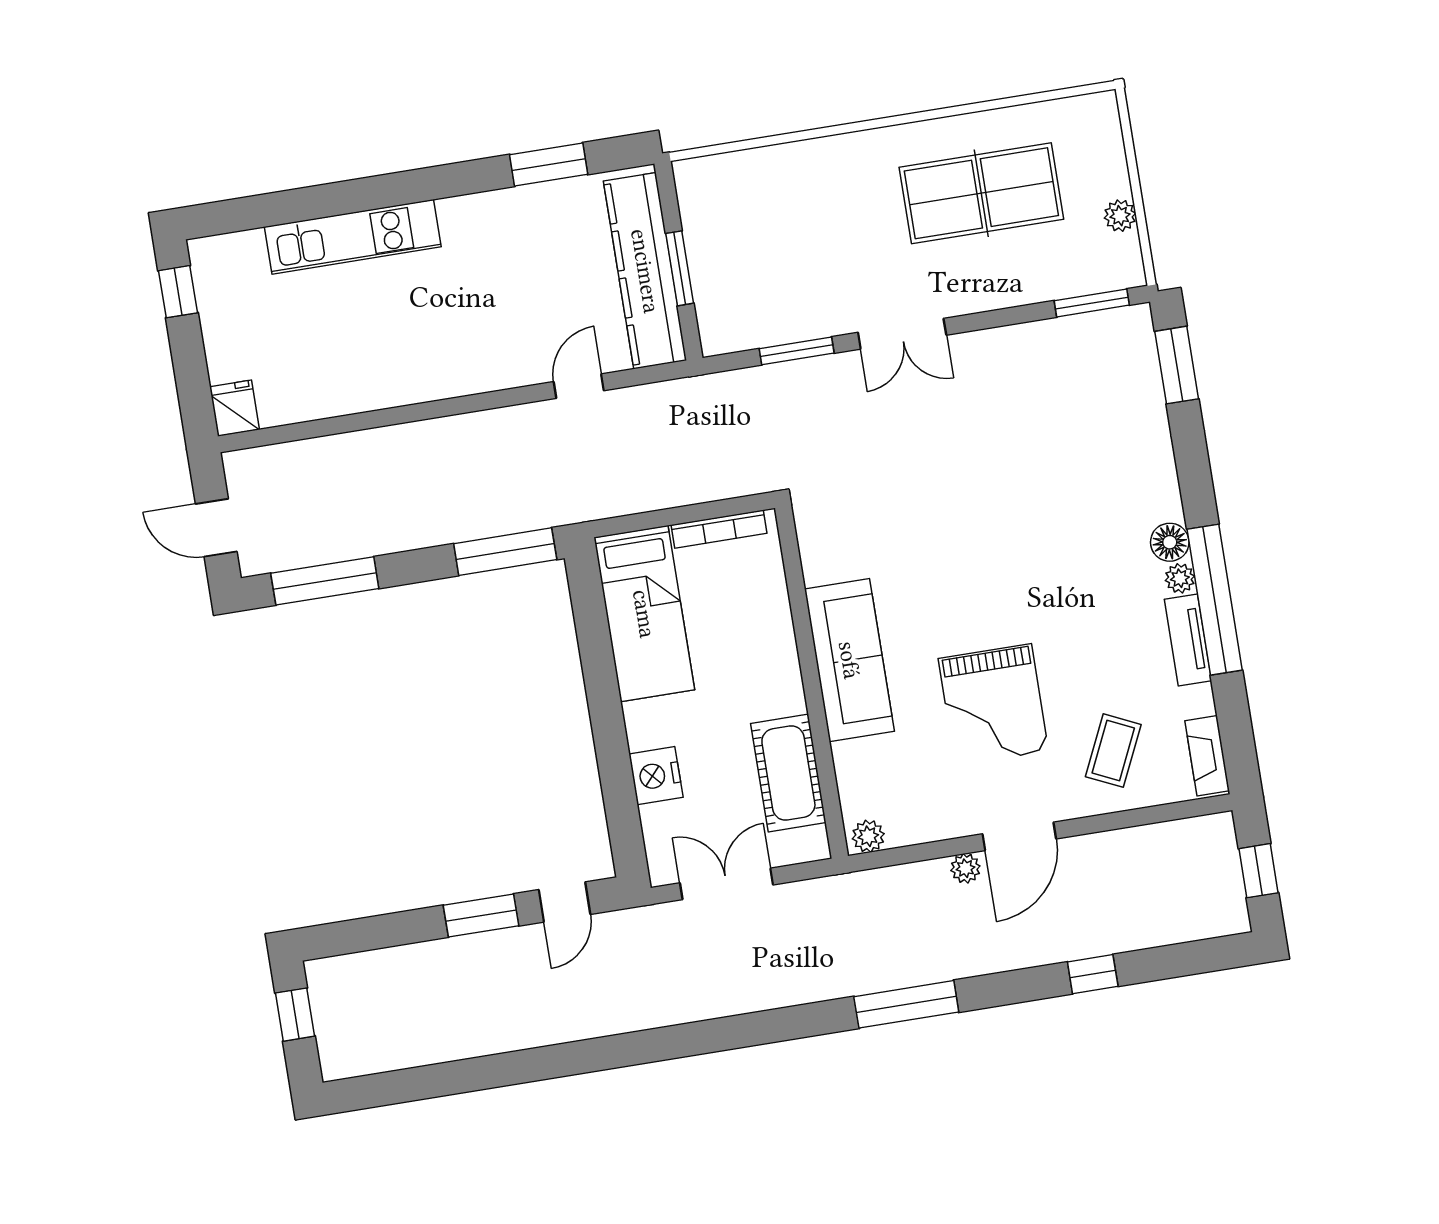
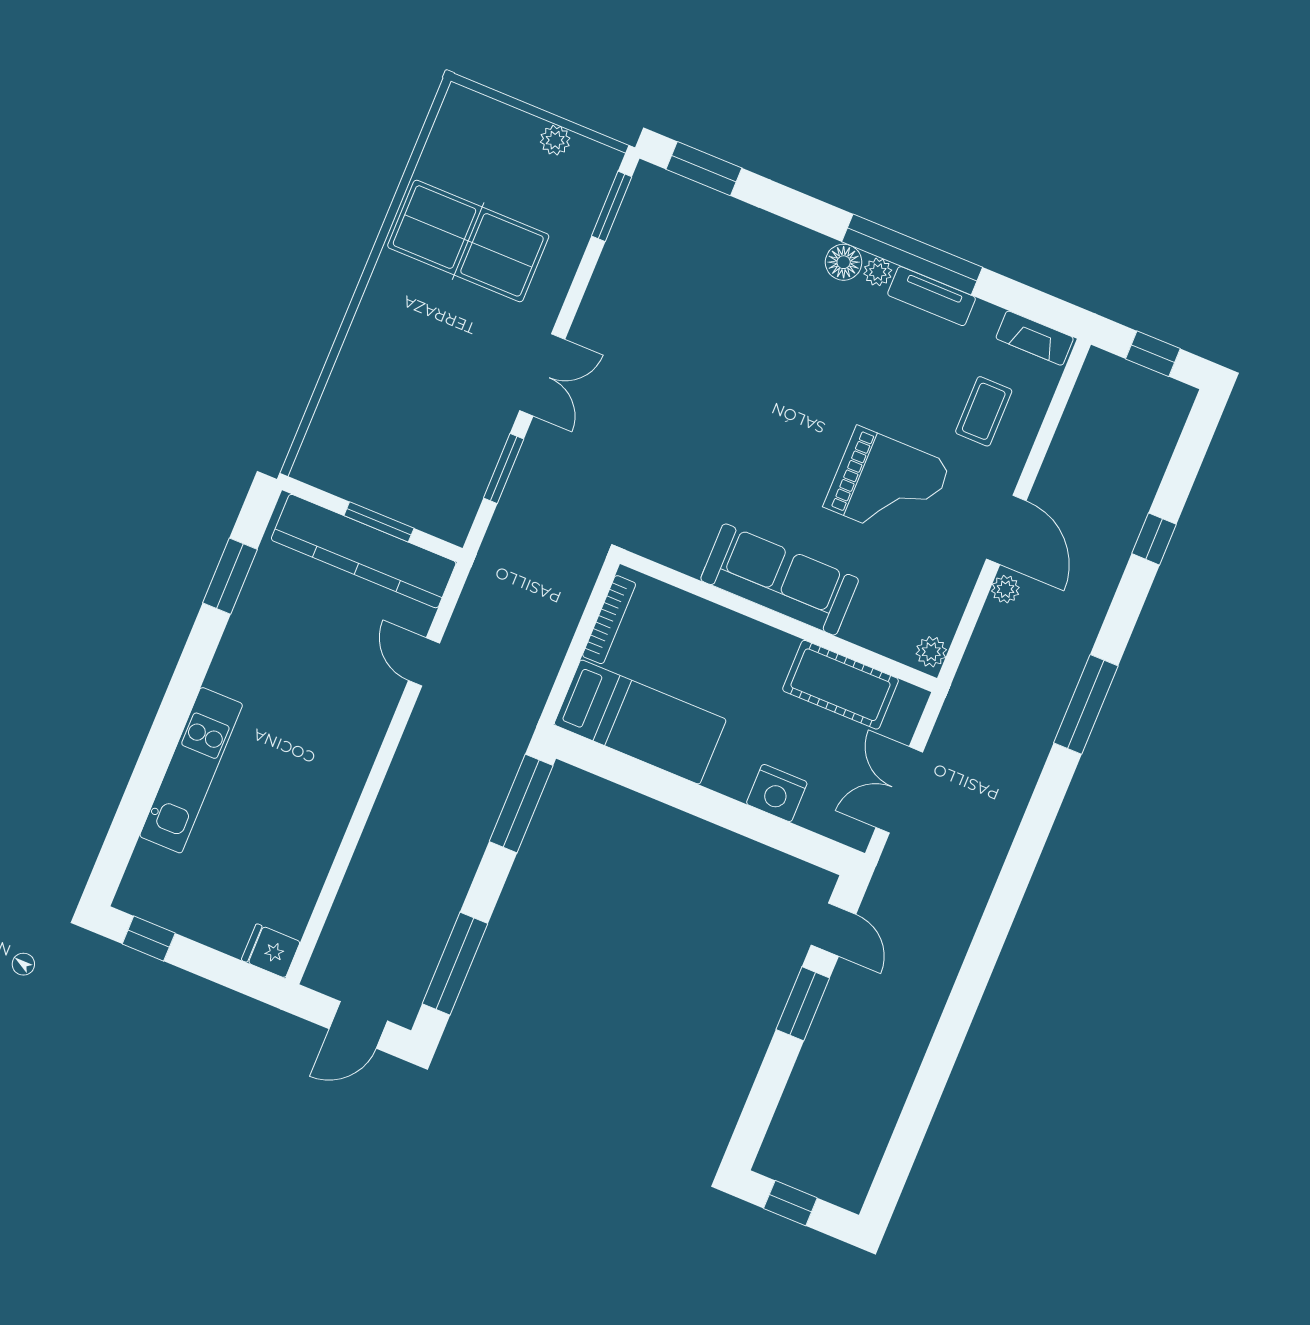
table tennis table: (981, 193) -> (468, 241), turned 90
coffee table: (1113, 751) -> (984, 411), turned 65

